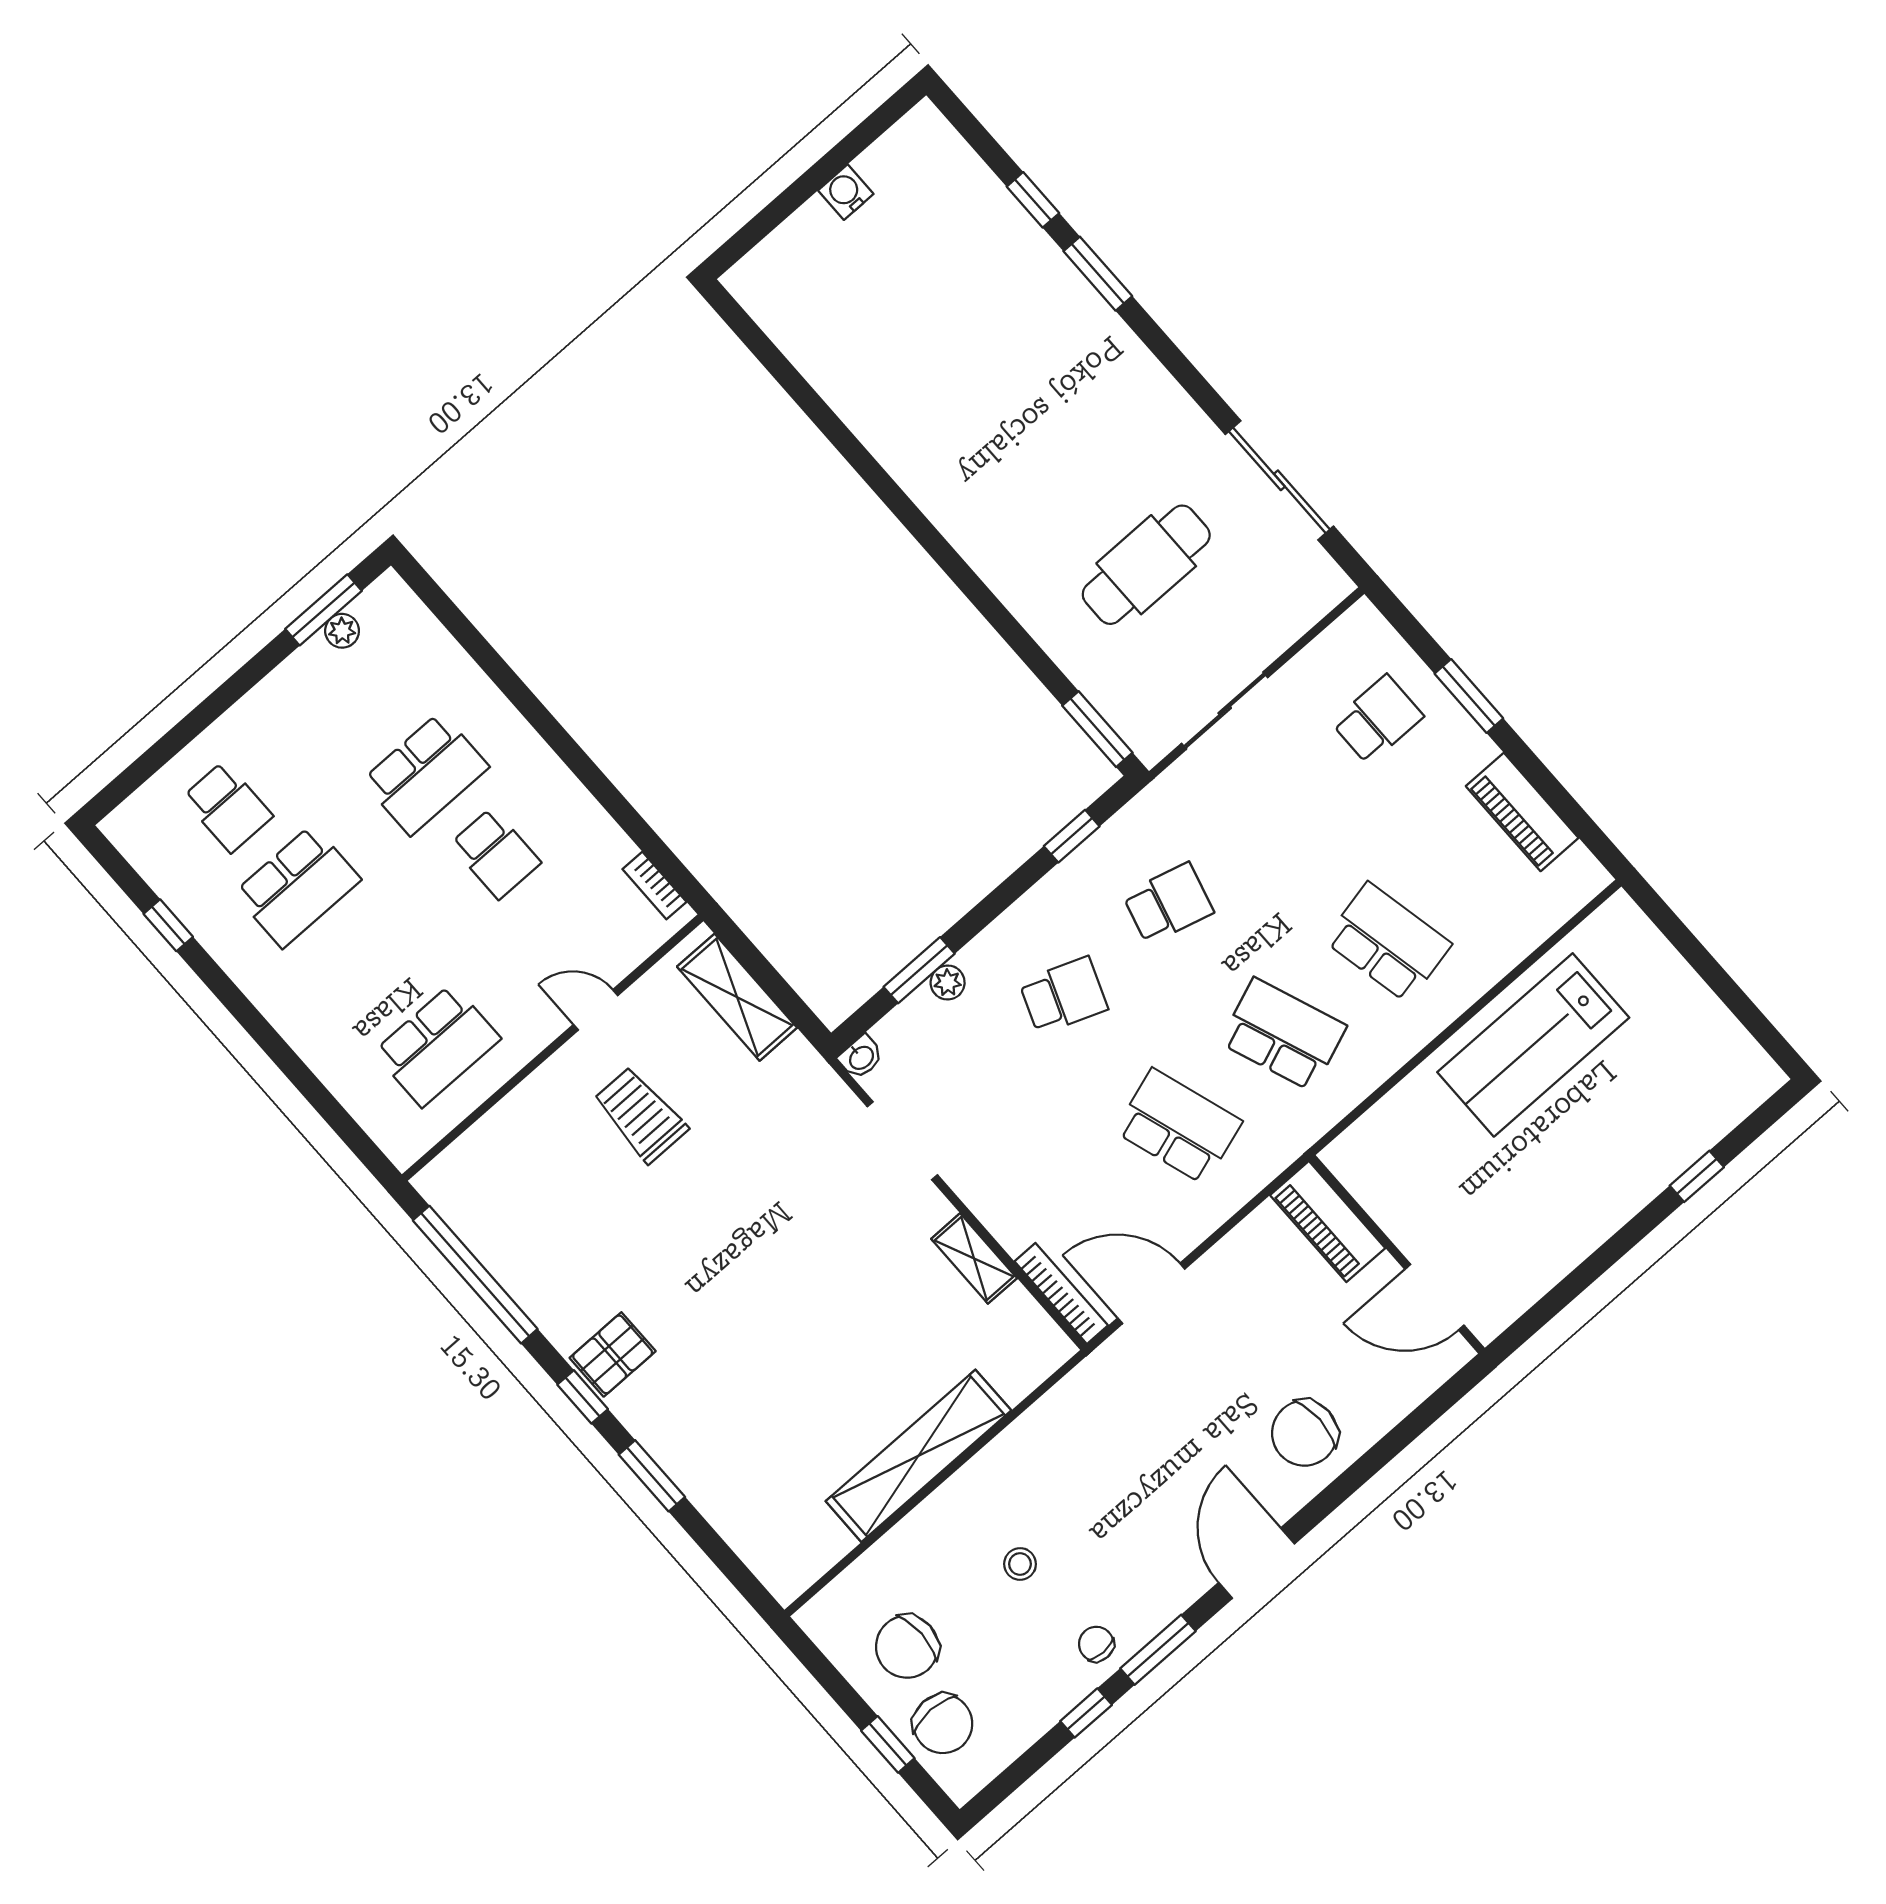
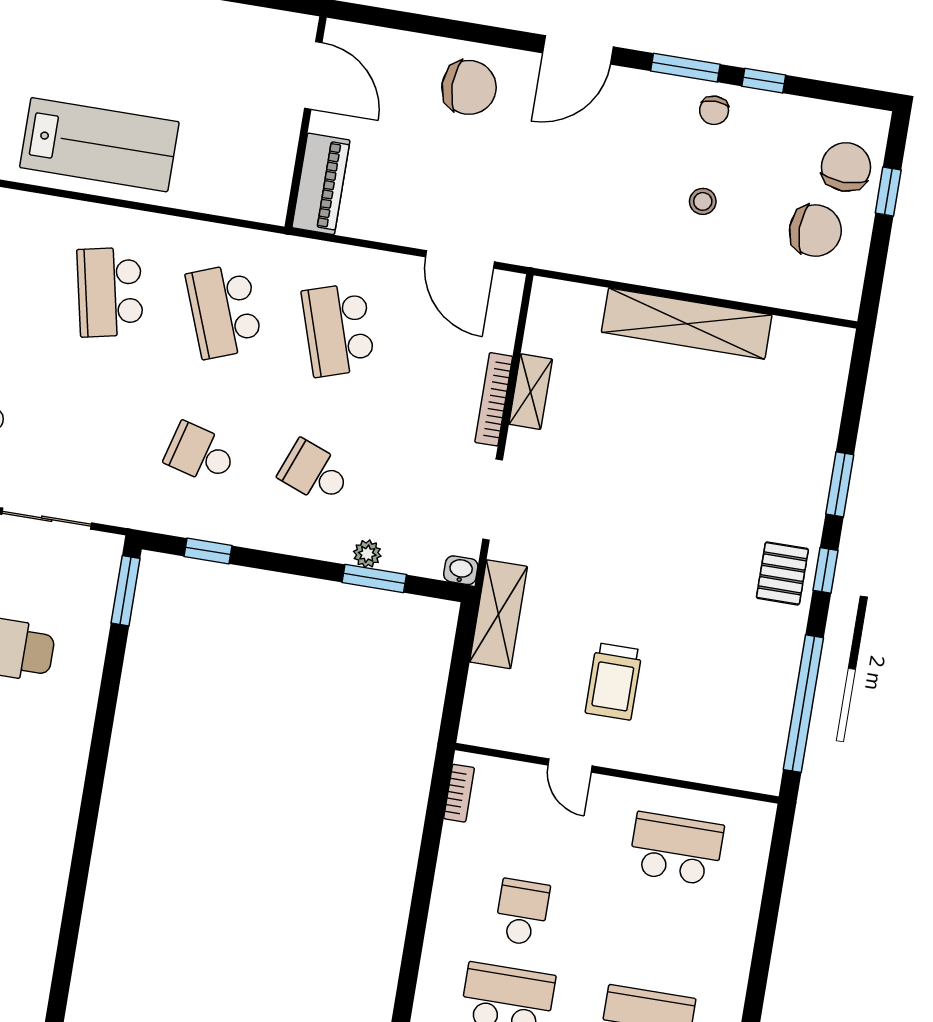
shelving: (737, 997) -> (499, 614), moved
bookcase: (1061, 1293) -> (494, 399), moved
pallet: (613, 1354) -> (782, 573), turned 90

